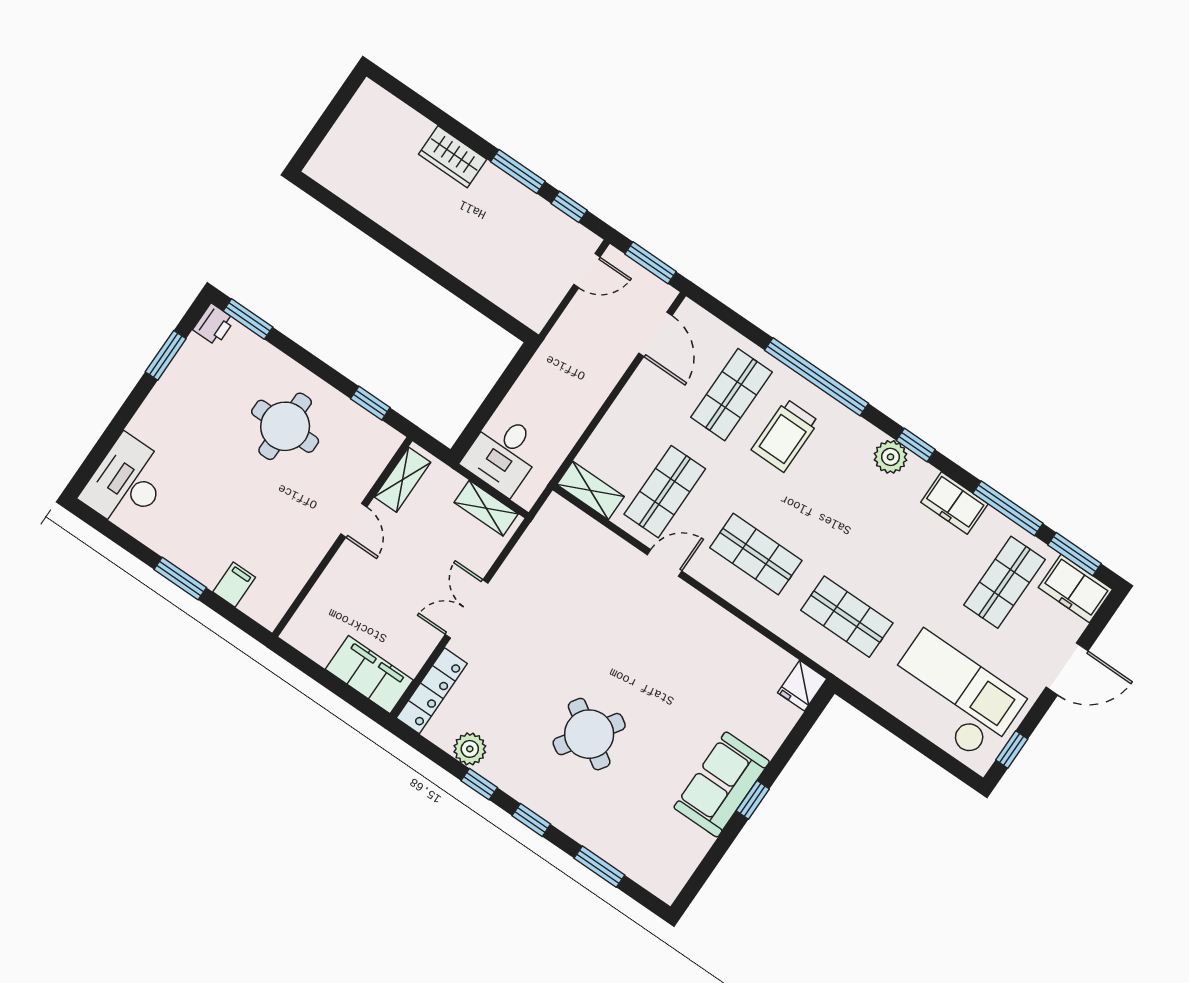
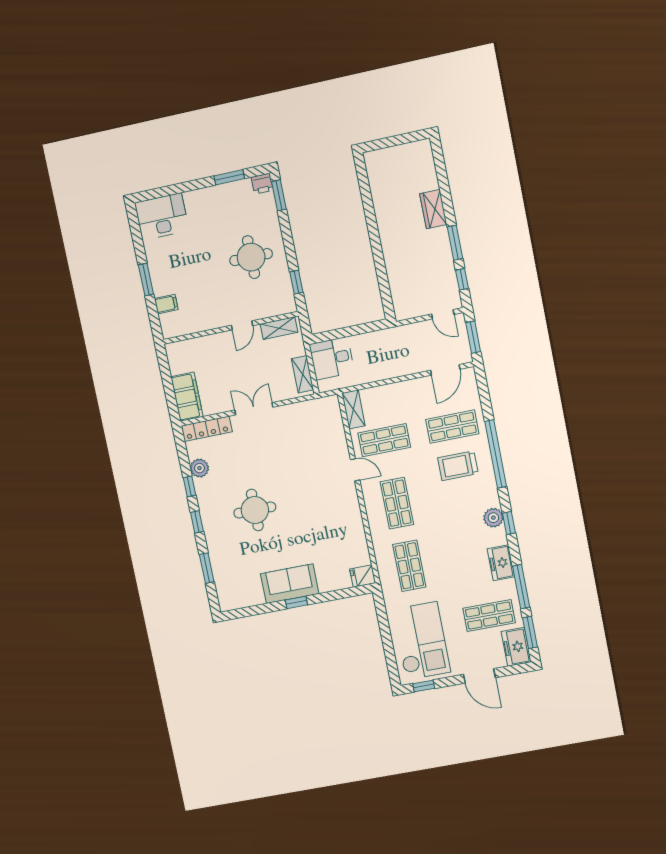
round table: (589, 734) -> (255, 510), turned -33

